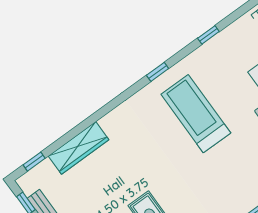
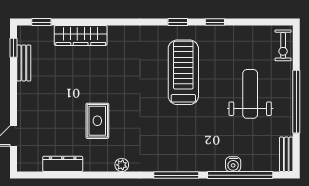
window: (208, 35) -> (215, 22), moved

